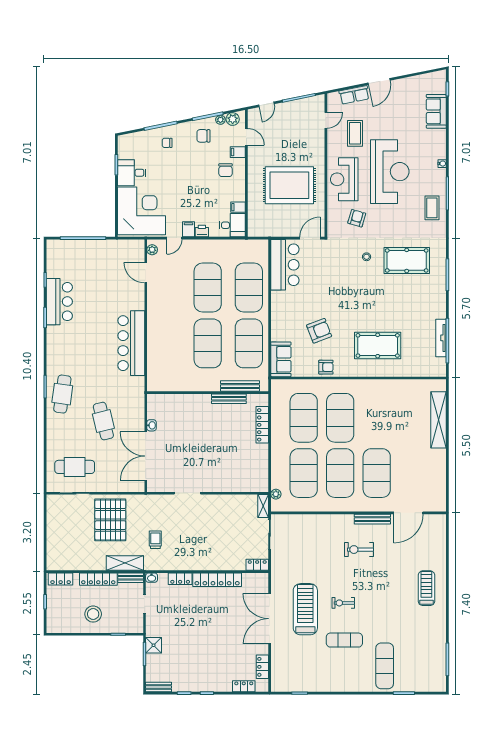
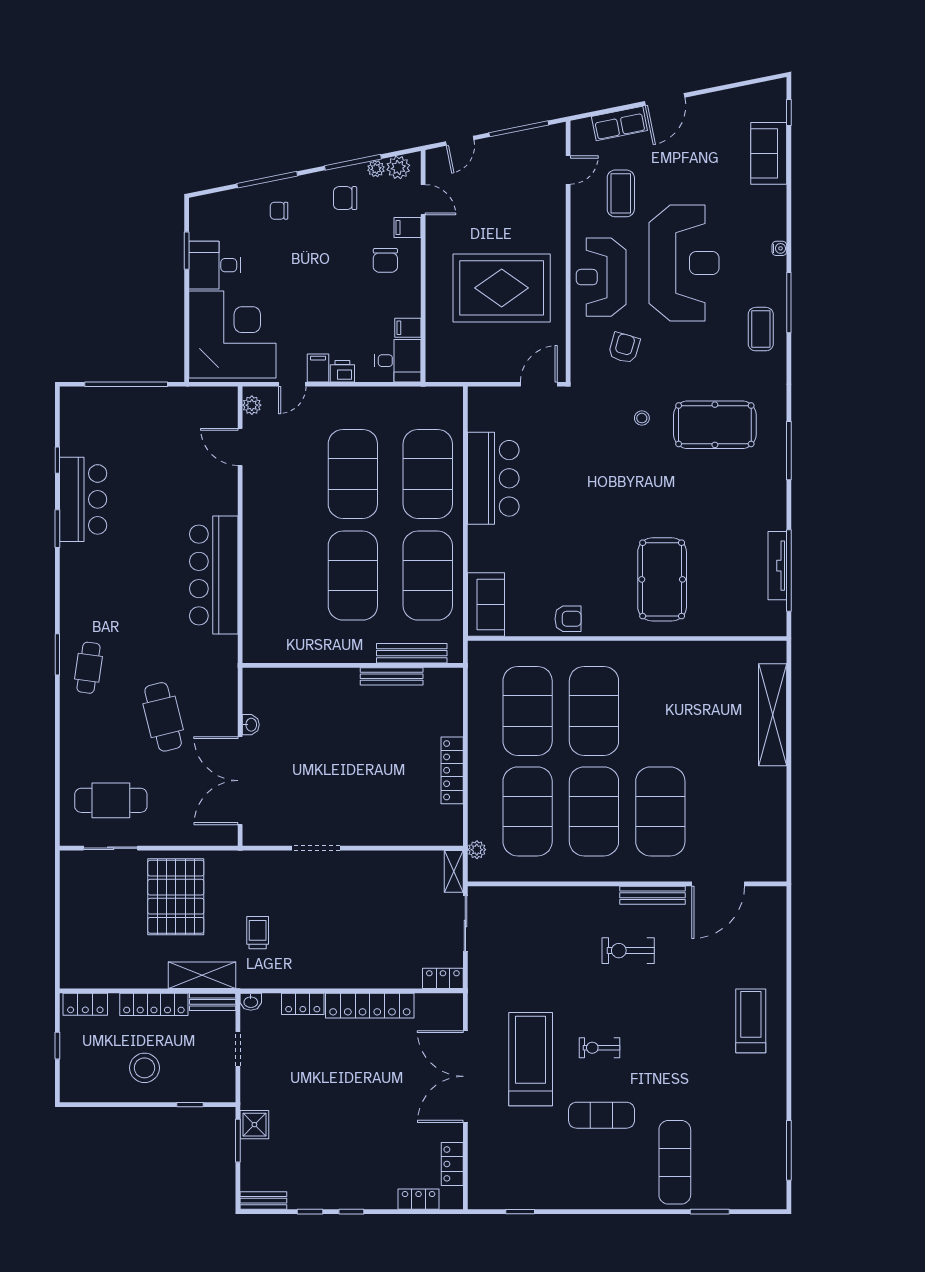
bar counter: (285, 265) -> (493, 478), moved
armchair: (319, 331) -> (556, 553), removed
pool table: (378, 345) -> (662, 579), turned 90
cafe table: (62, 394) -> (89, 668), width x0.73, depth x0.74
locker: (262, 425) -> (452, 770), moved

